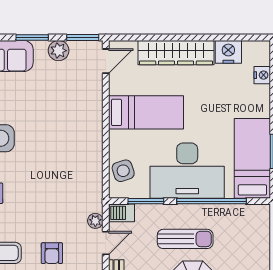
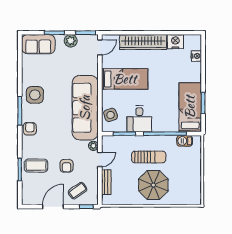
sofa: (82, 159) -> (85, 108), added
desk: (187, 171) -> (139, 119), width x0.53, depth x0.77
barbecue: (122, 213) -> (185, 141), moved

